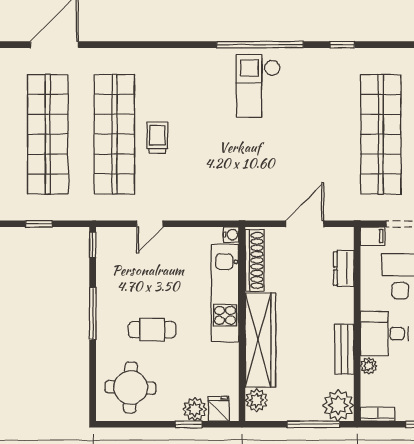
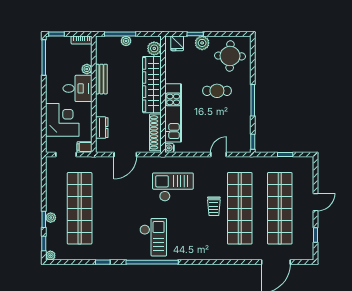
checkout: (226, 170) -> (173, 187), added
plant: (338, 405) -> (126, 41), moved, width x0.53, depth x0.53
plant: (195, 409) -> (202, 43), moved

